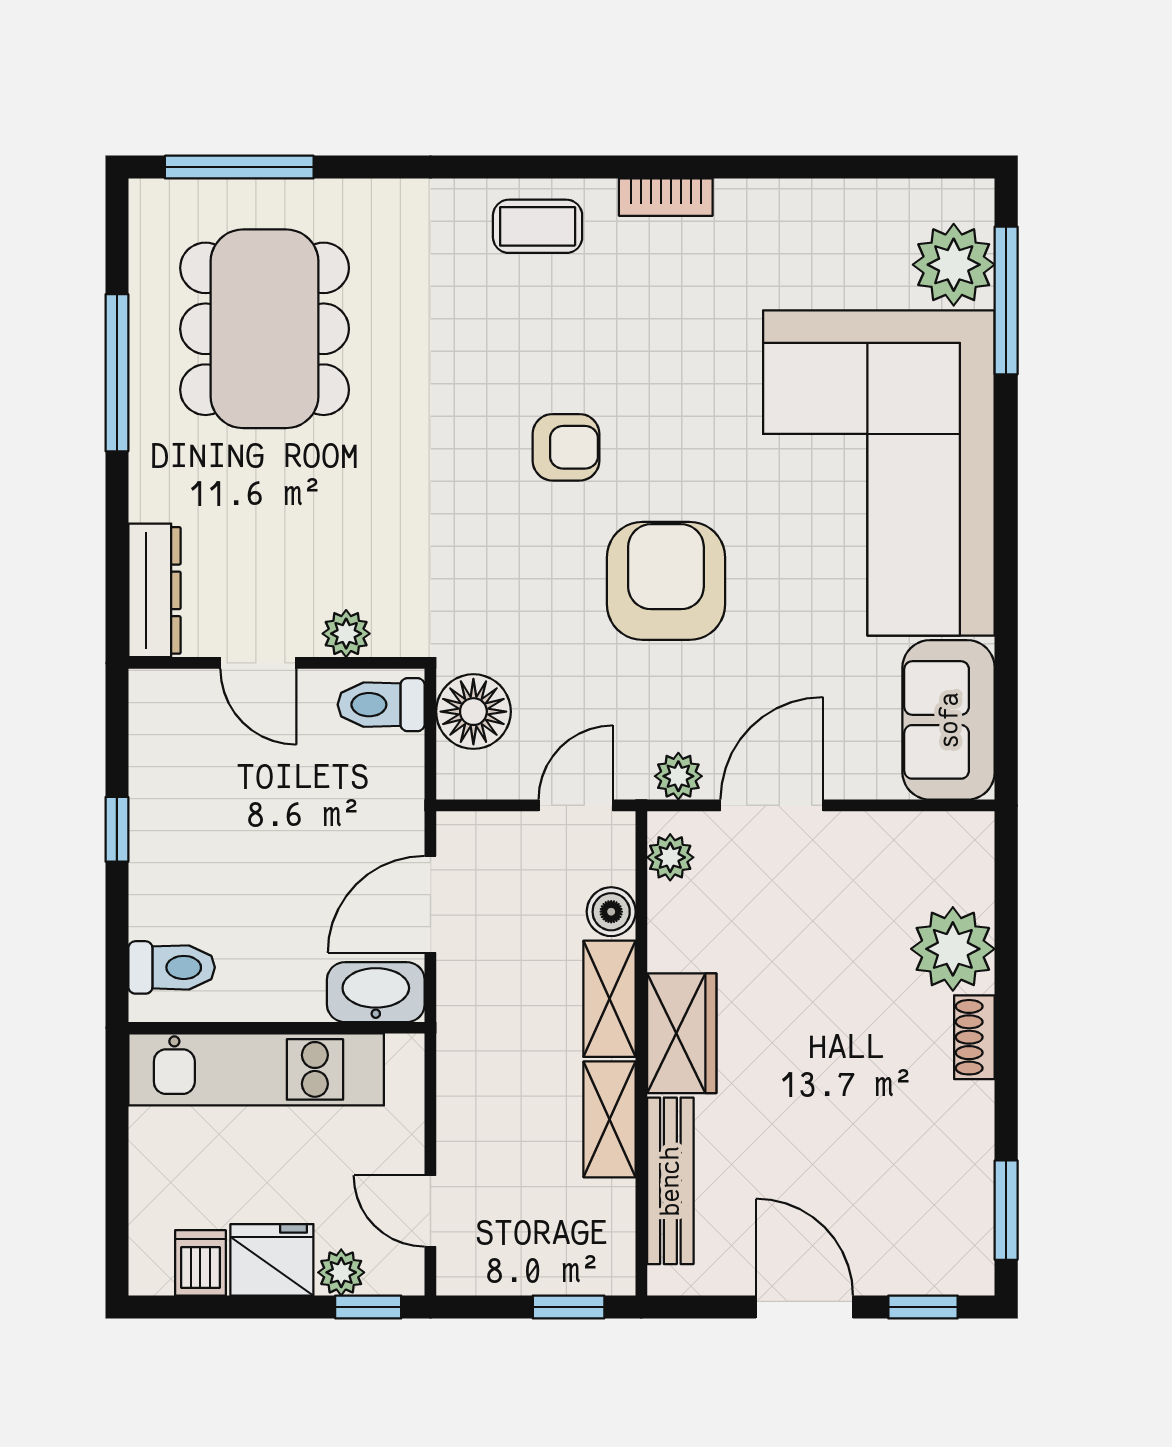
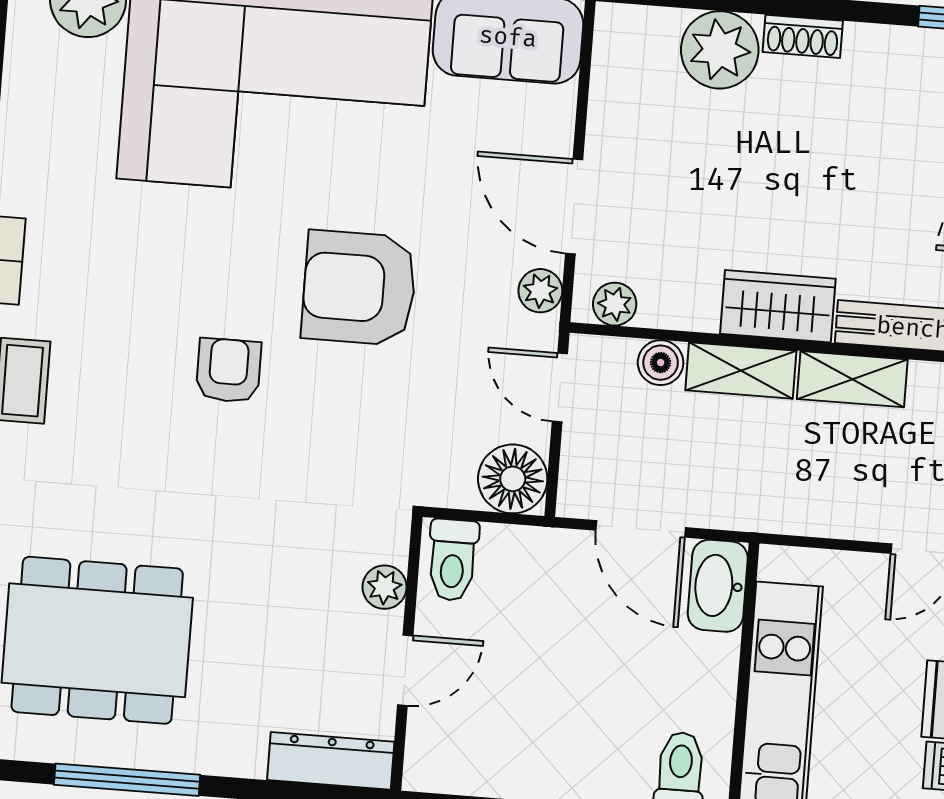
floor lamp: (473, 712) -> (513, 479), moved

